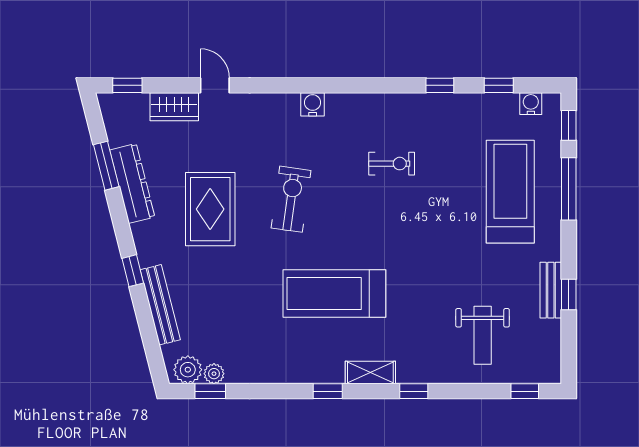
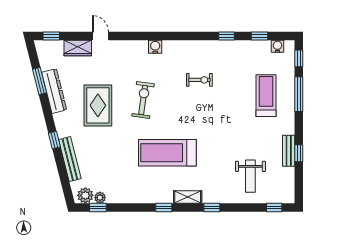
treadmill: (510, 192) -> (266, 96), width x0.73, depth x0.73

